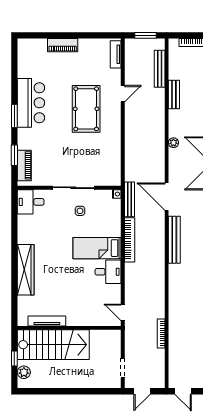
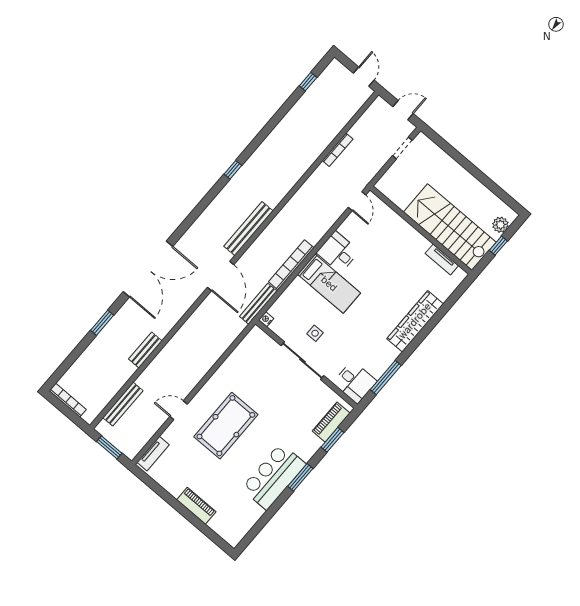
bench: (174, 95) -> (145, 350), moved
plant: (173, 143) -> (170, 322), removed
window: (14, 221) -> (386, 377), added
tv unit: (47, 321) -> (442, 259), width x0.71

